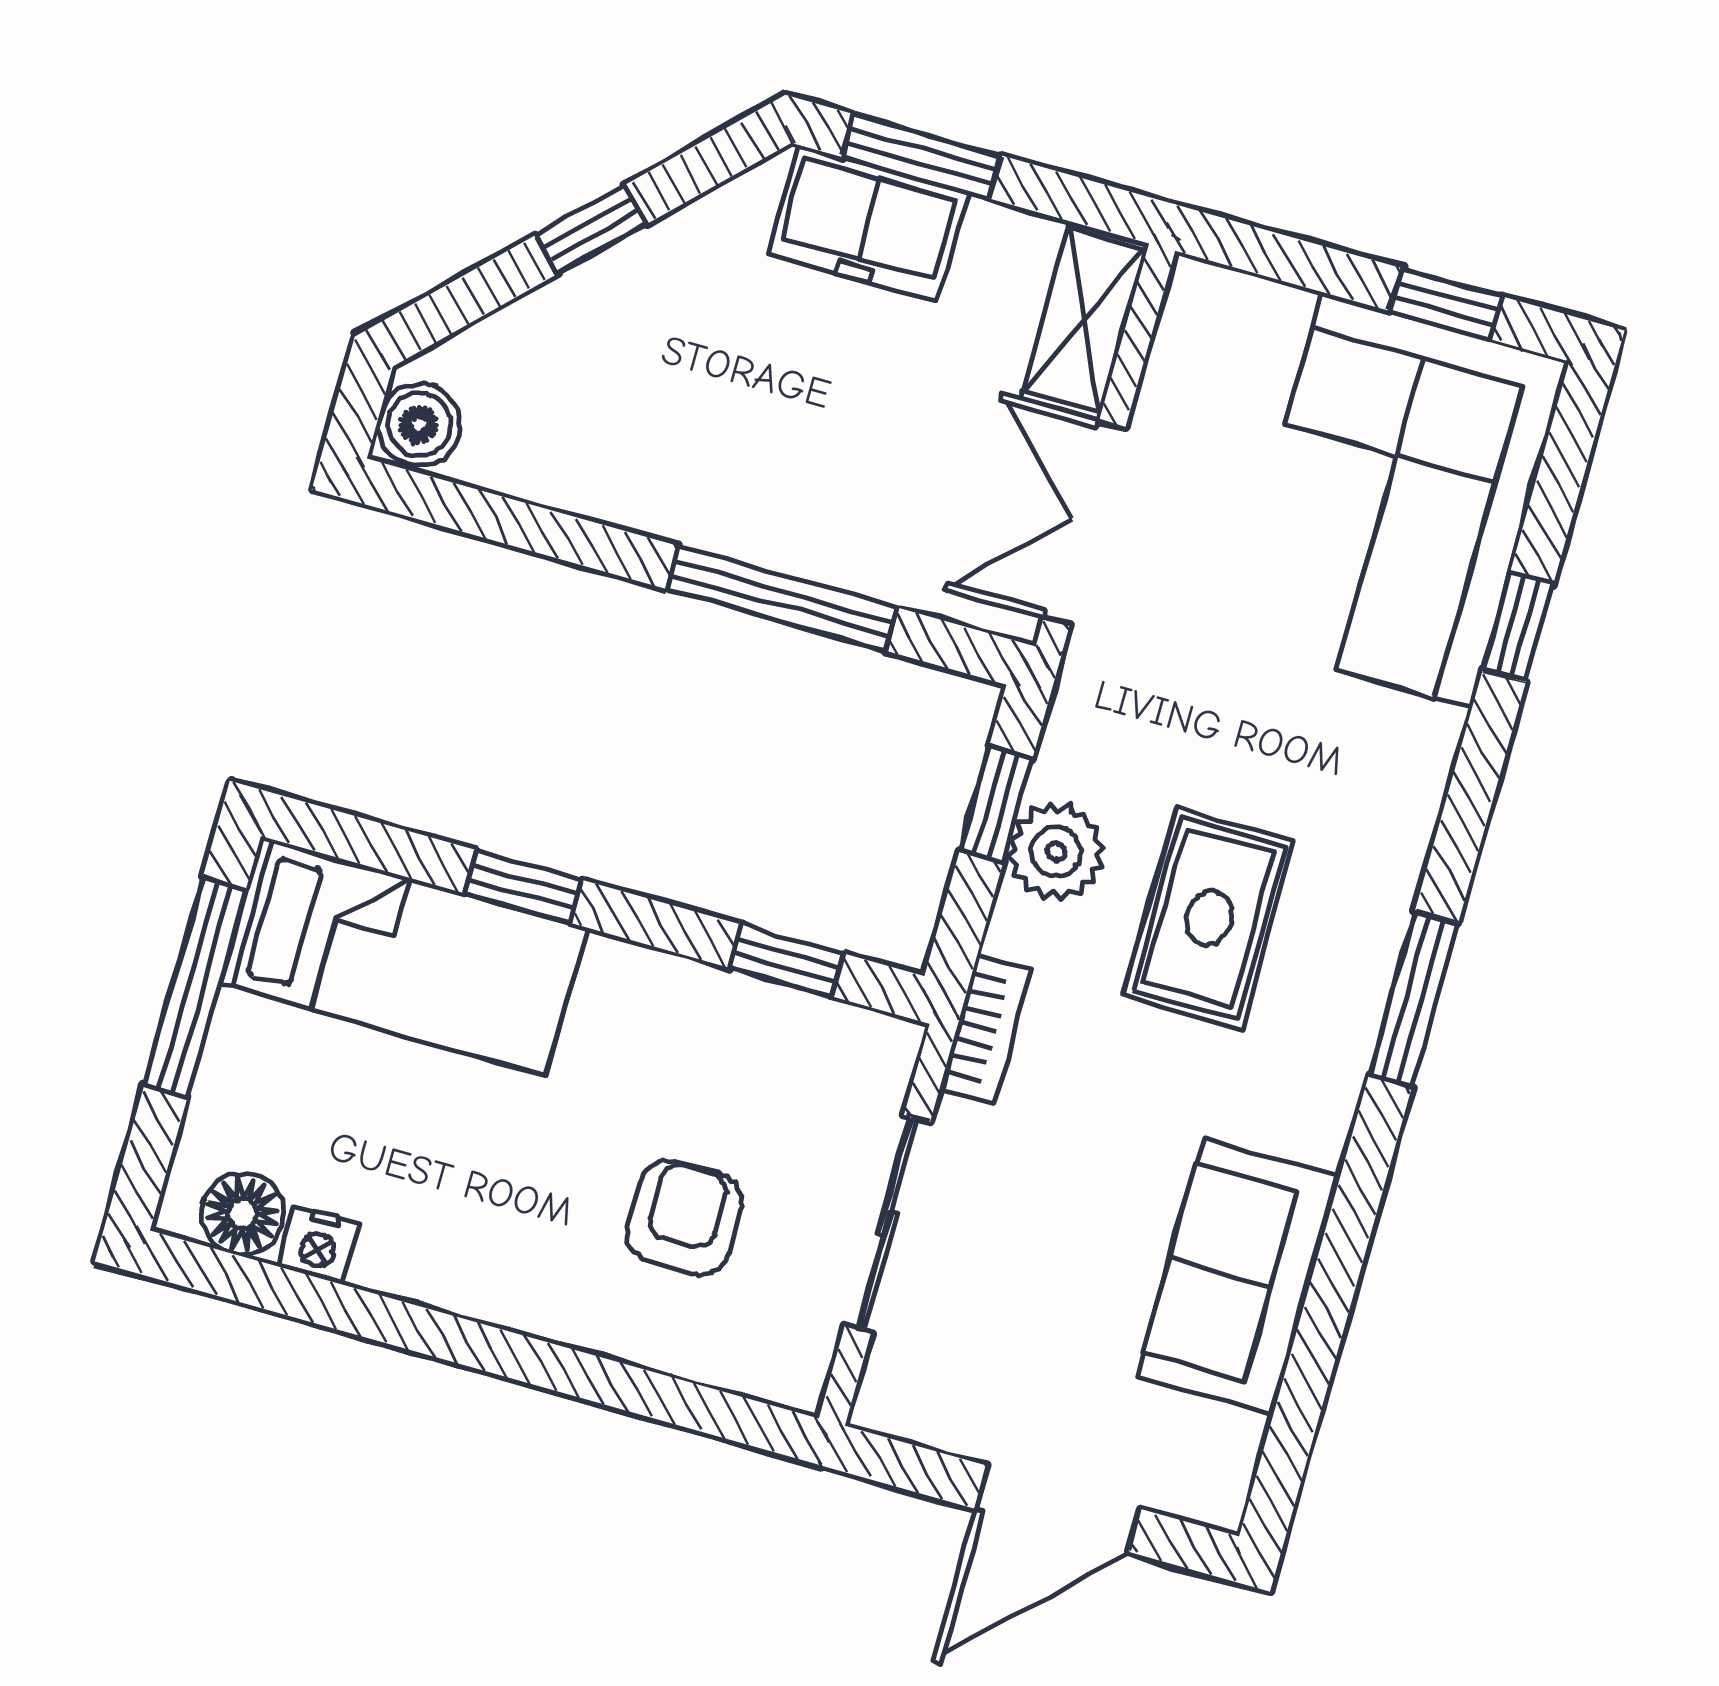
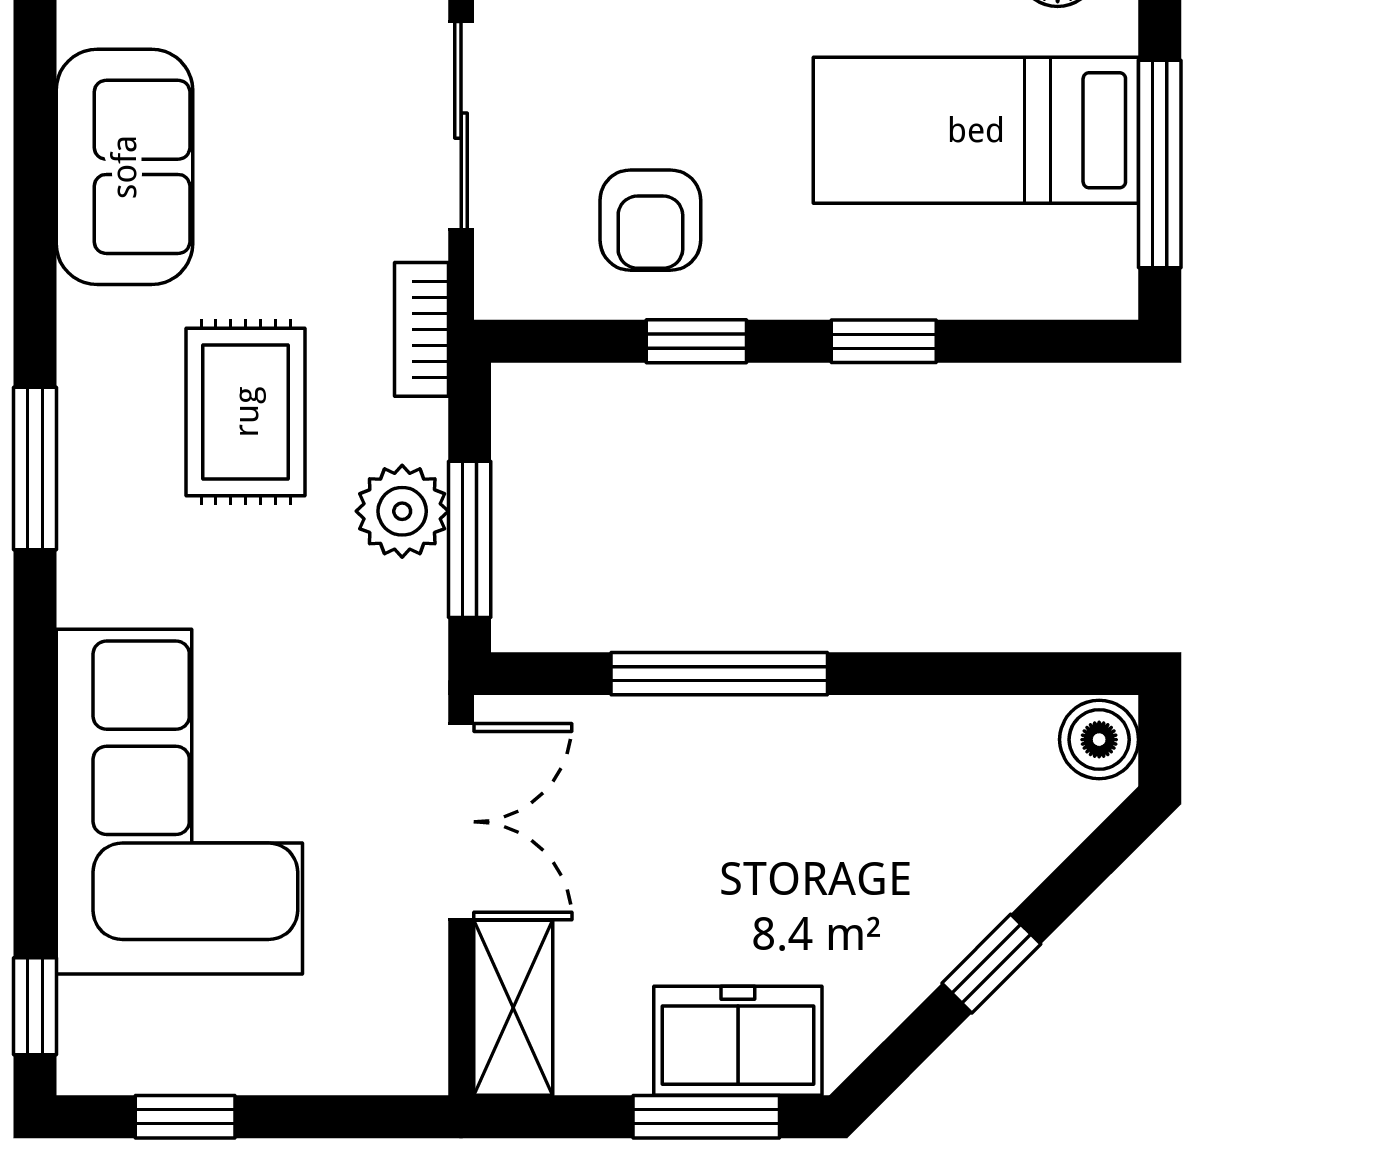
corner sofa: (1397, 500) -> (179, 802), moved
window: (1518, 627) -> (35, 1006), moved
window: (996, 804) -> (470, 539), width x1.50
rug: (1209, 918) -> (246, 412), moved
bed: (404, 955) -> (976, 130), moved
window: (787, 961) -> (696, 341), moved
armchair: (684, 1218) -> (650, 220), moved

